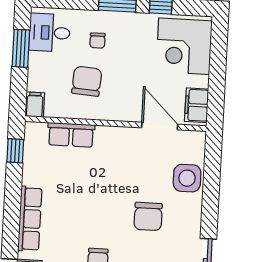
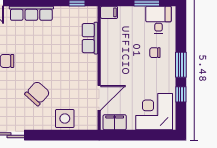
chair: (87, 81) -> (127, 47), removed
chair: (148, 216) -> (37, 93), turned 132

